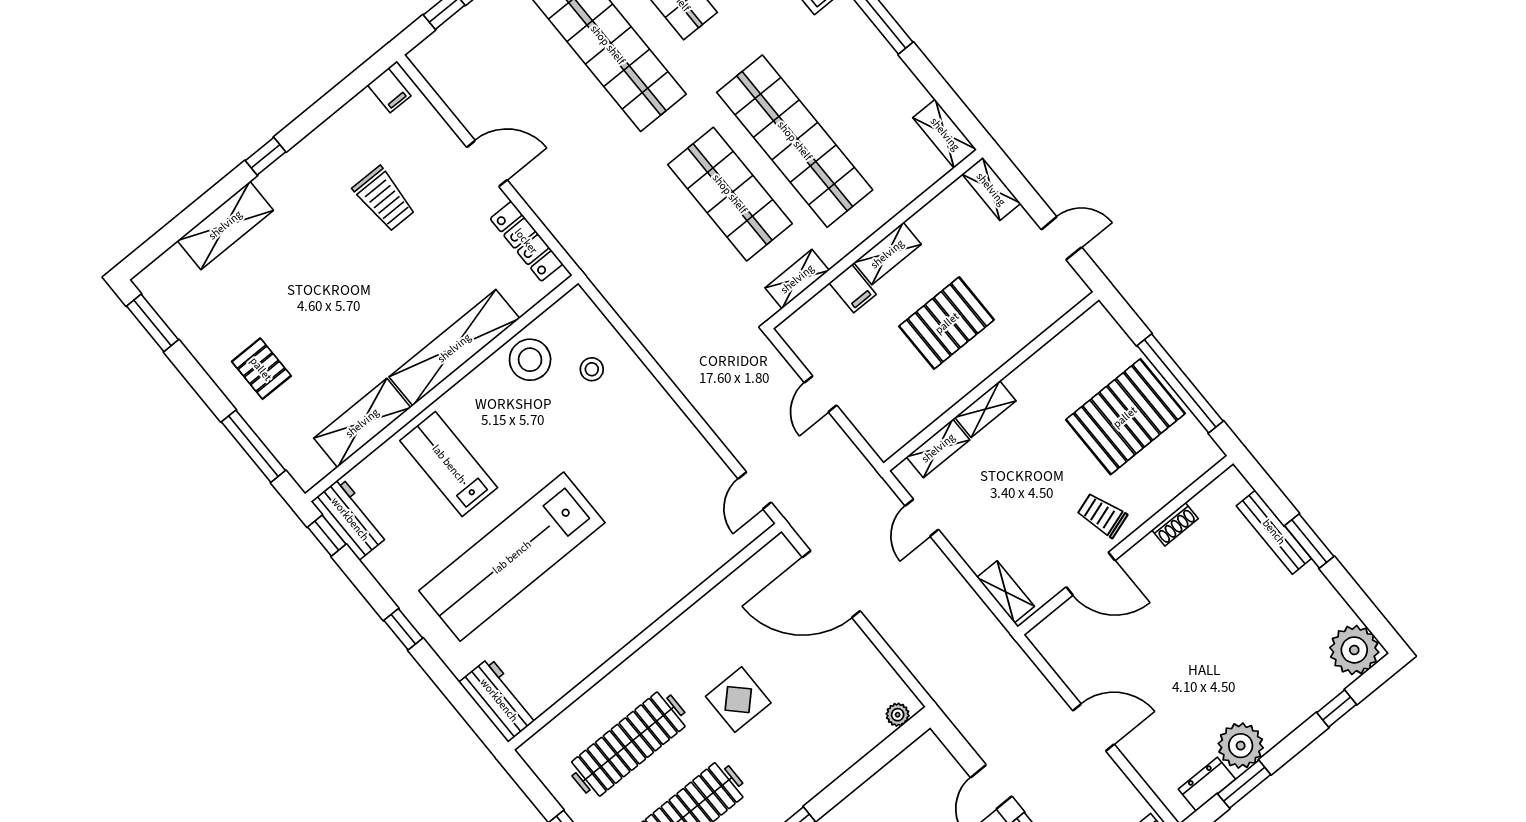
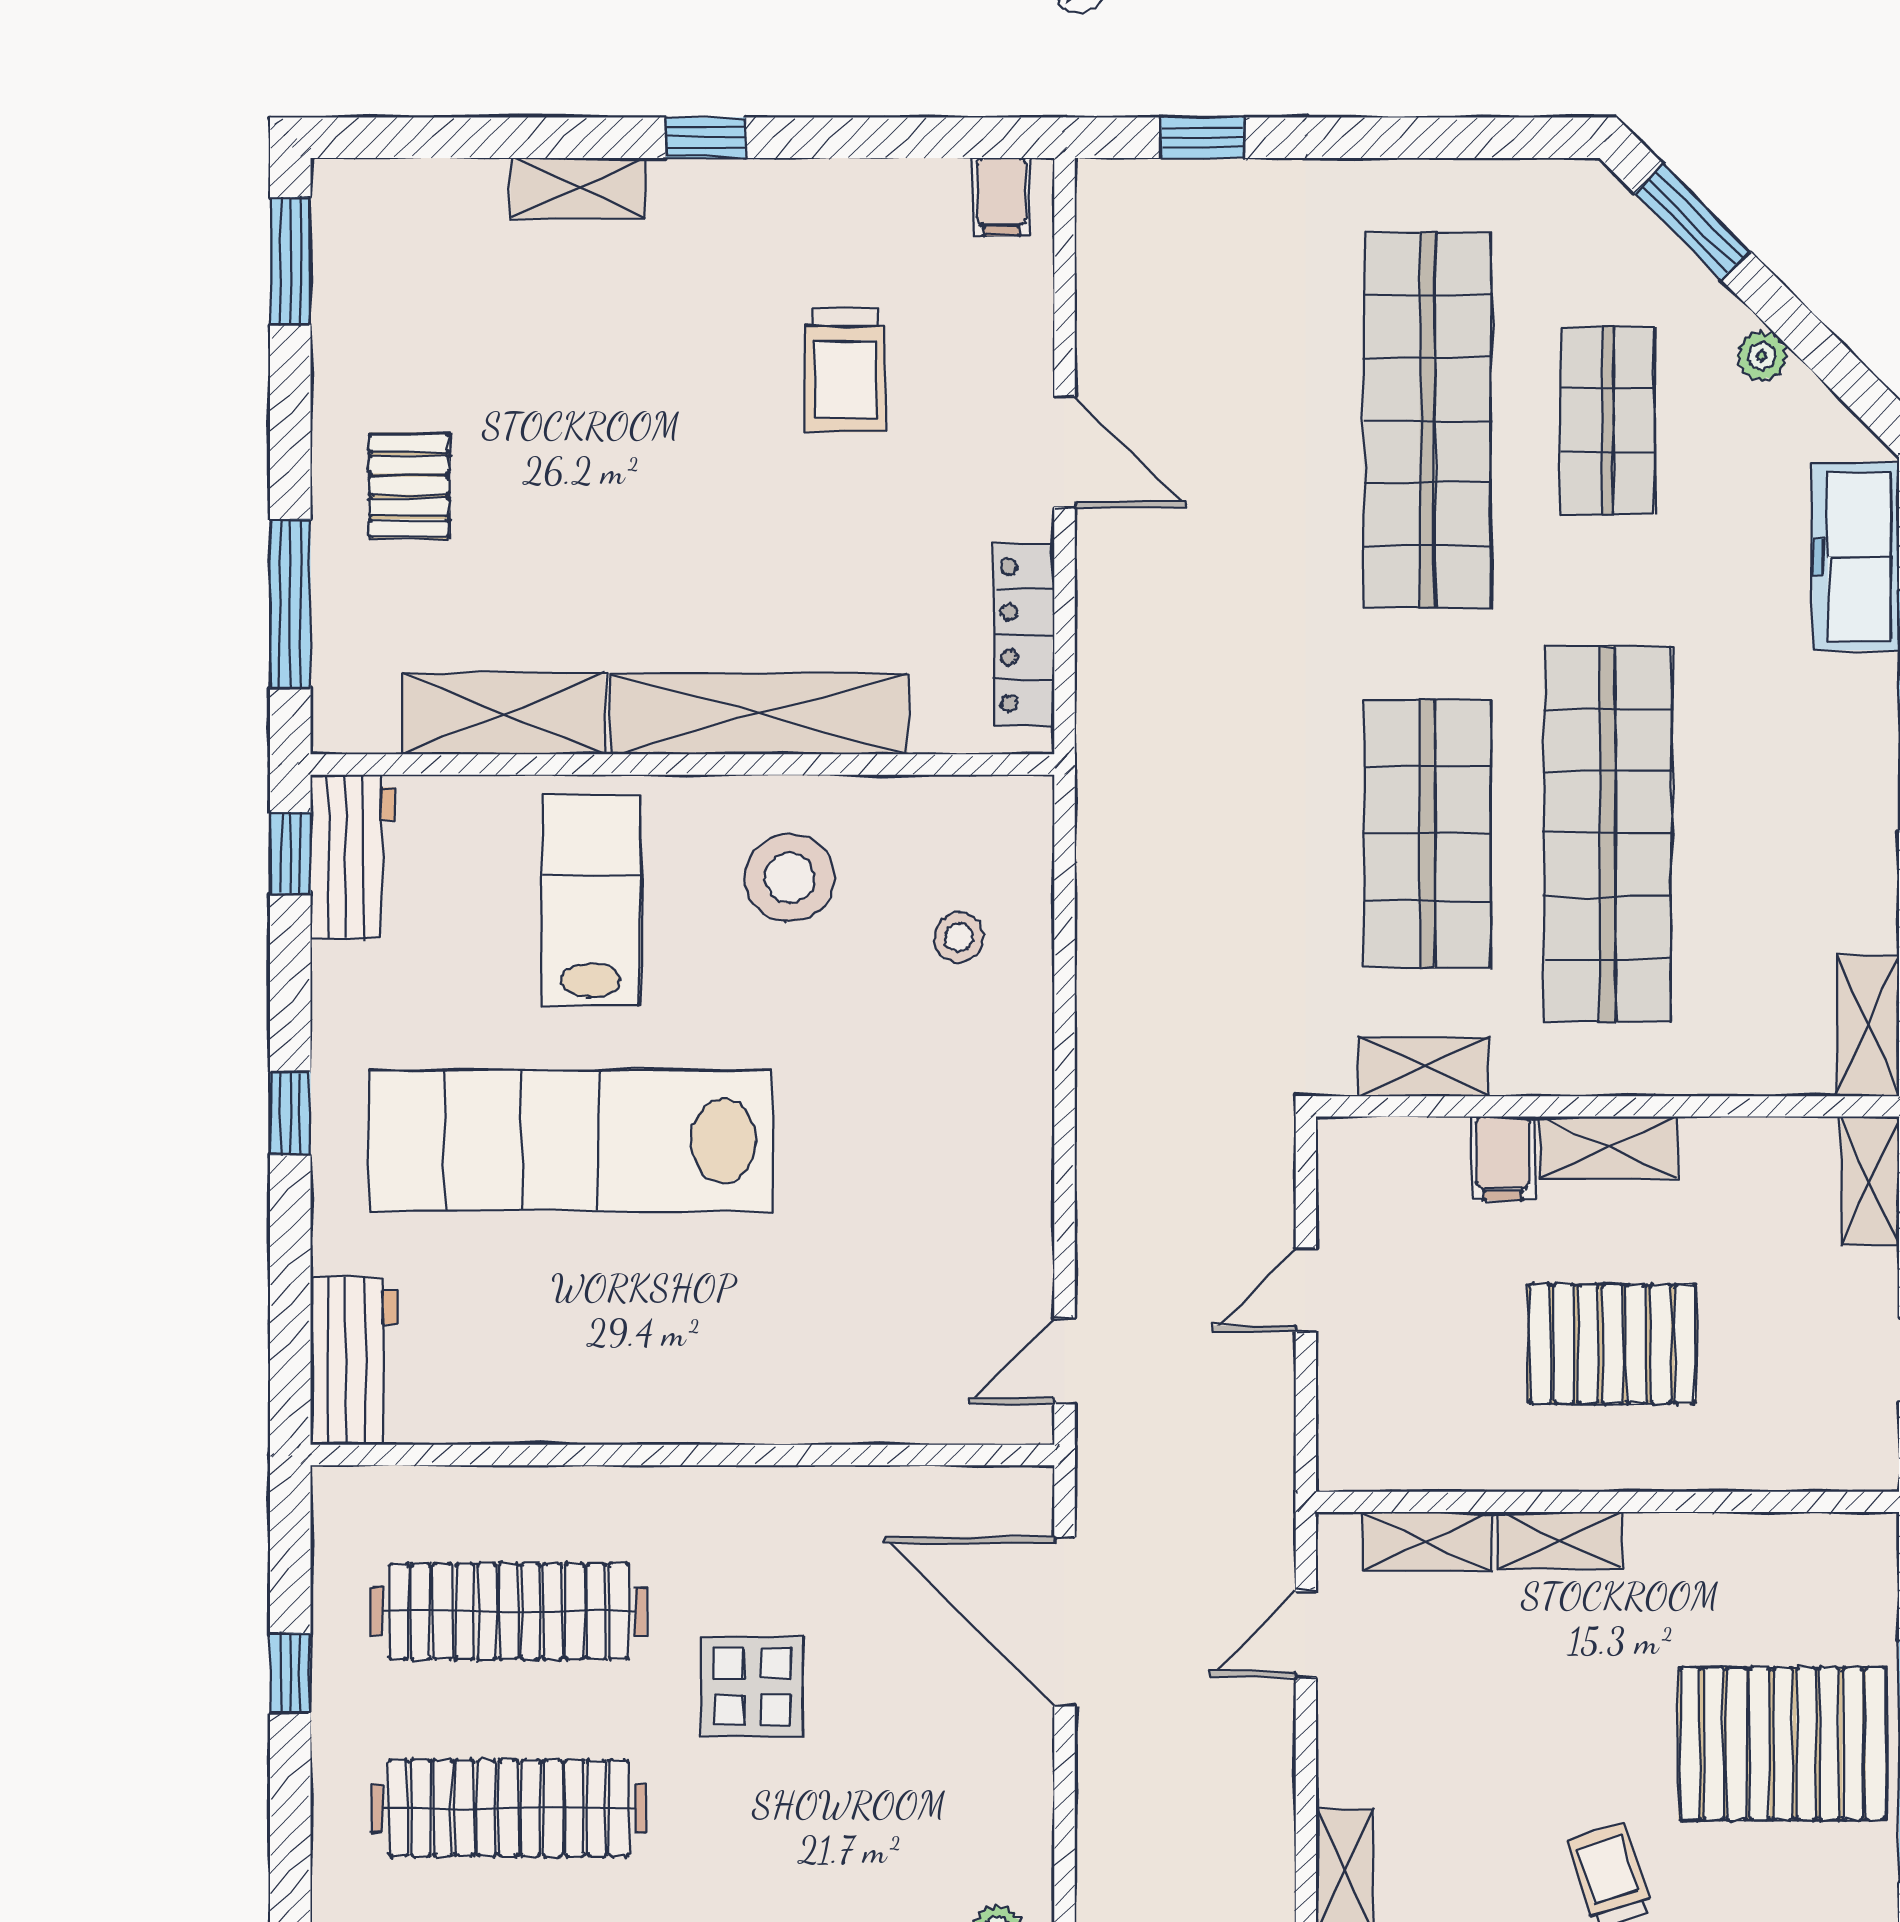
shelving: (225, 225) -> (578, 188), width x0.67, depth x0.75
stool: (530, 360) -> (790, 878), moved

